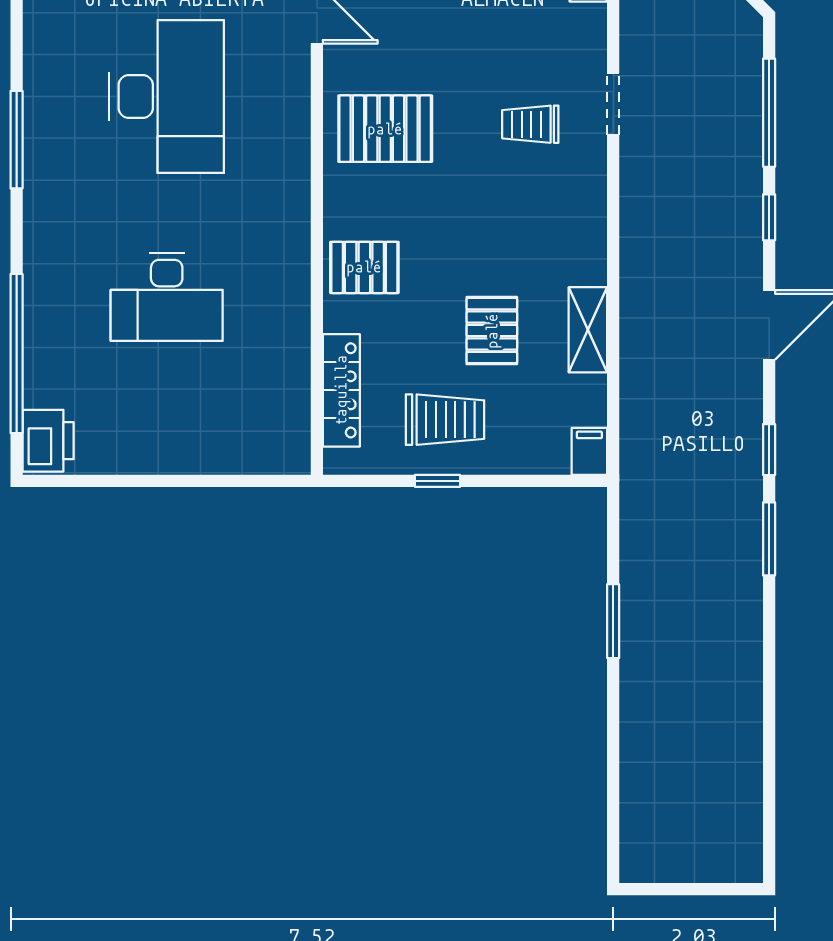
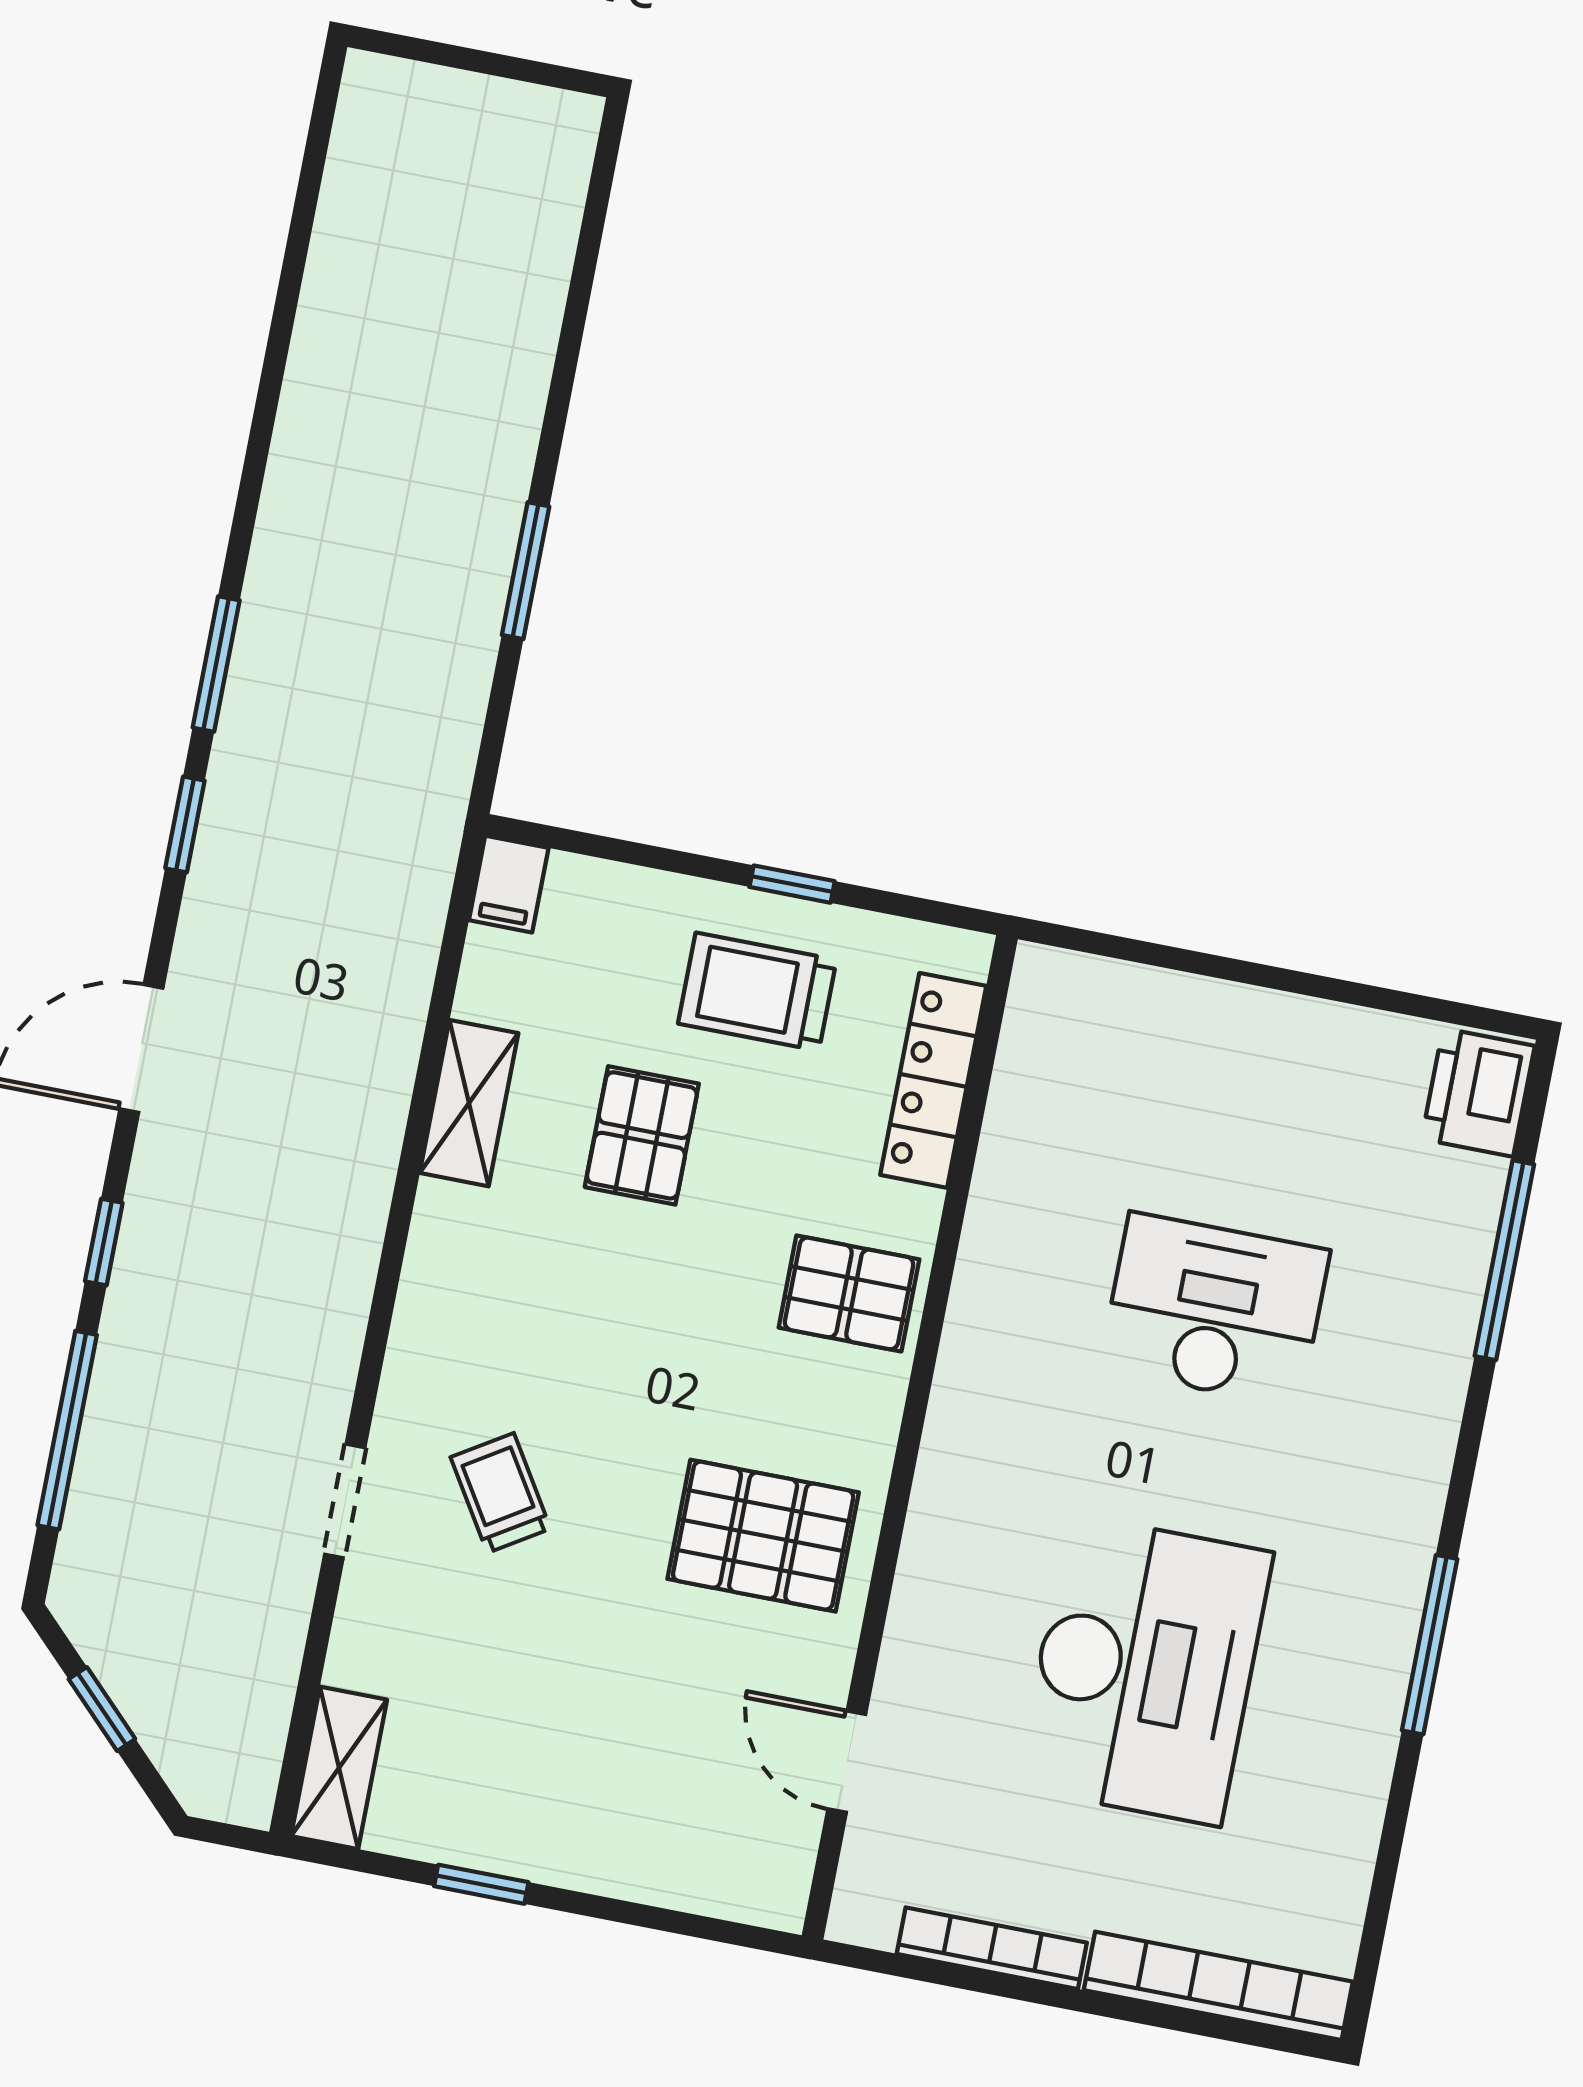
desk: (167, 96) -> (1145, 1670), turned 180
trolley: (530, 124) -> (501, 1493), turned -122
window: (17, 353) -> (1504, 1260), width x0.68

